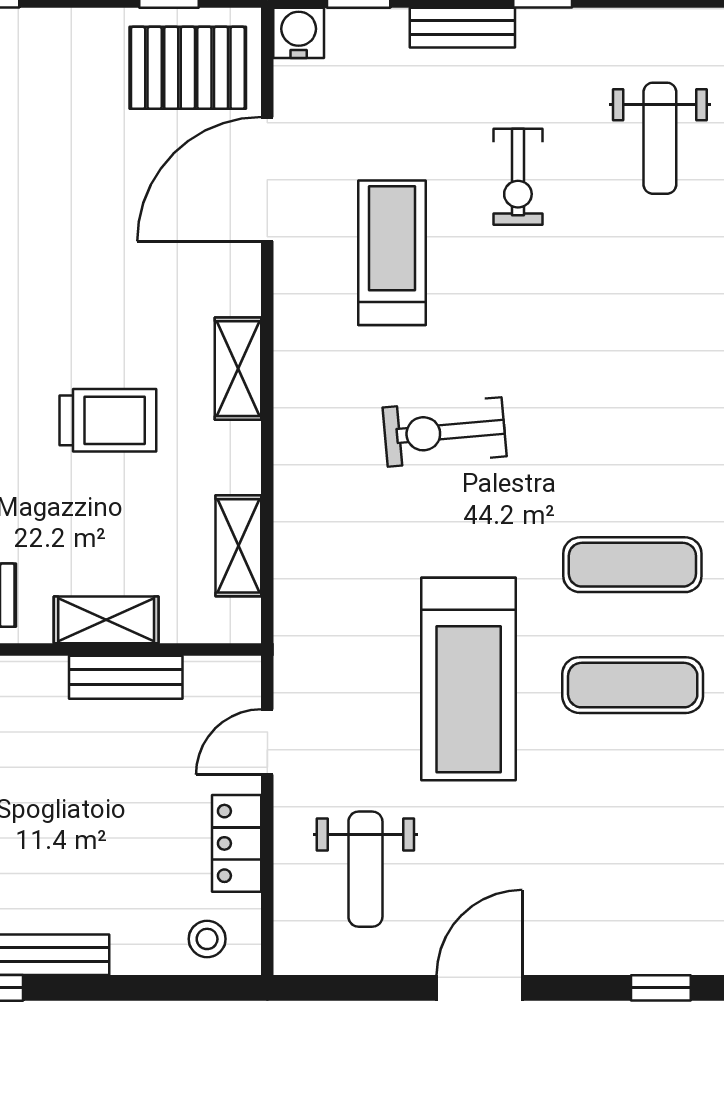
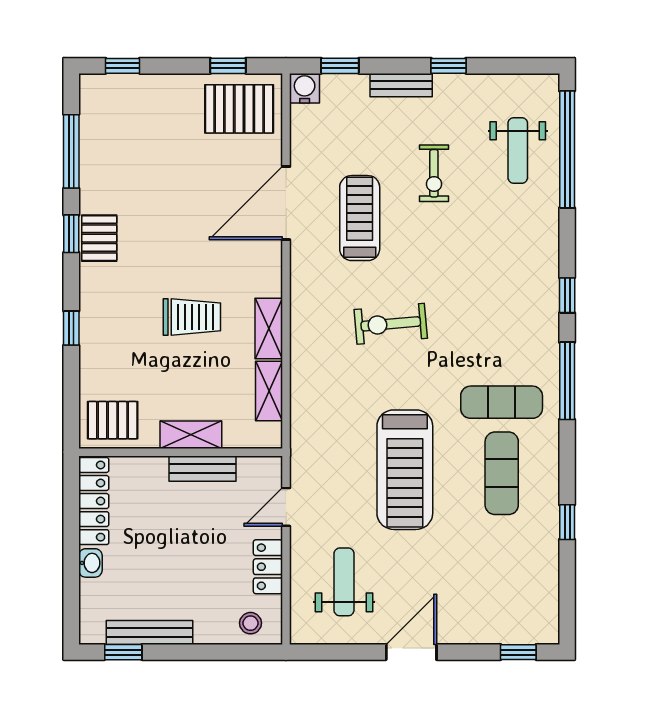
door: (267, 179) -> (286, 203), moved
shelving: (238, 369) -> (269, 329), moved
exercise mat: (633, 685) -> (502, 473), turned 90
weight bench: (365, 869) -> (344, 582), turned 180

